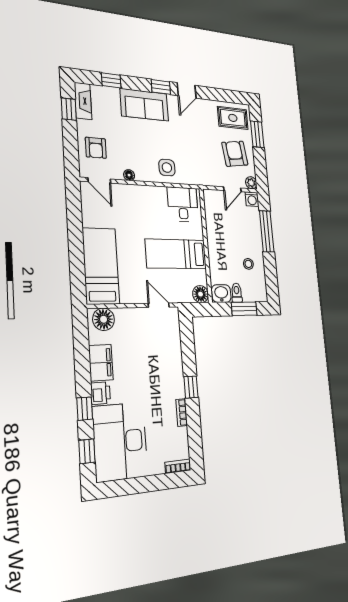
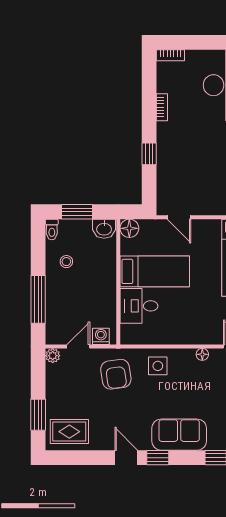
door: (187, 90) -> (126, 458), hinge flipped
armchair: (235, 154) -> (116, 374), moved
washing machine: (252, 199) -> (101, 336), moved
desk: (183, 204) -> (139, 306), moved, turned 90
toilet: (237, 293) -> (52, 229), moved
window: (191, 387) -> (149, 154), moved

